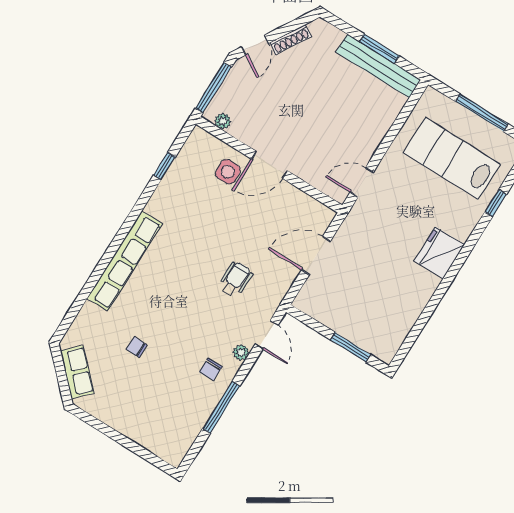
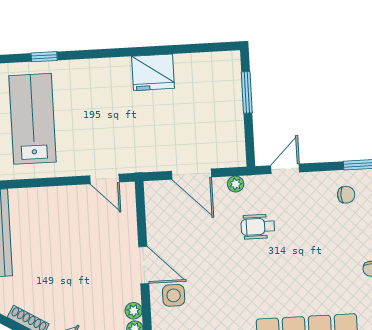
plant: (238, 131) -> (134, 311), added
lab bench: (452, 158) -> (33, 119), turned 180
fridge: (439, 253) -> (153, 72), moved
plant: (241, 352) -> (236, 184), moved

